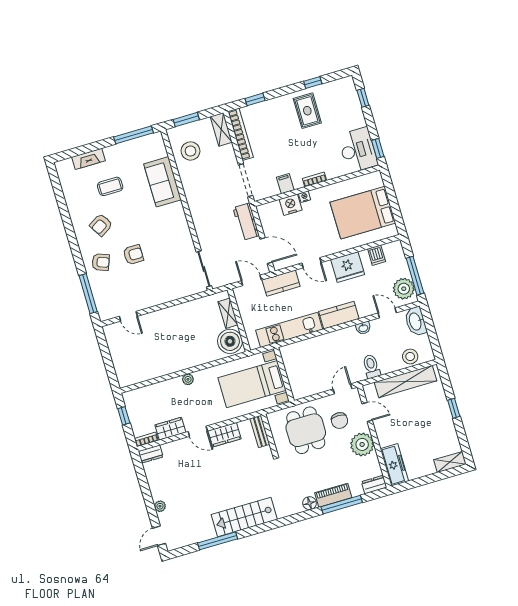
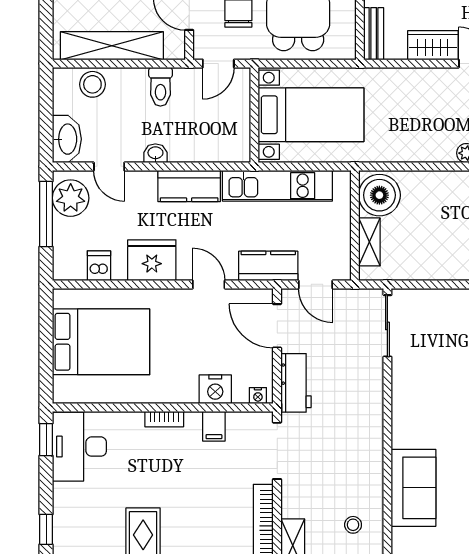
stool: (190, 151) -> (353, 525), width x0.53, depth x0.53
nightstand: (305, 197) -> (258, 396), moved
wall: (284, 375) -> (254, 115), moved
bed with nightstands: (252, 384) -> (311, 115), moved

